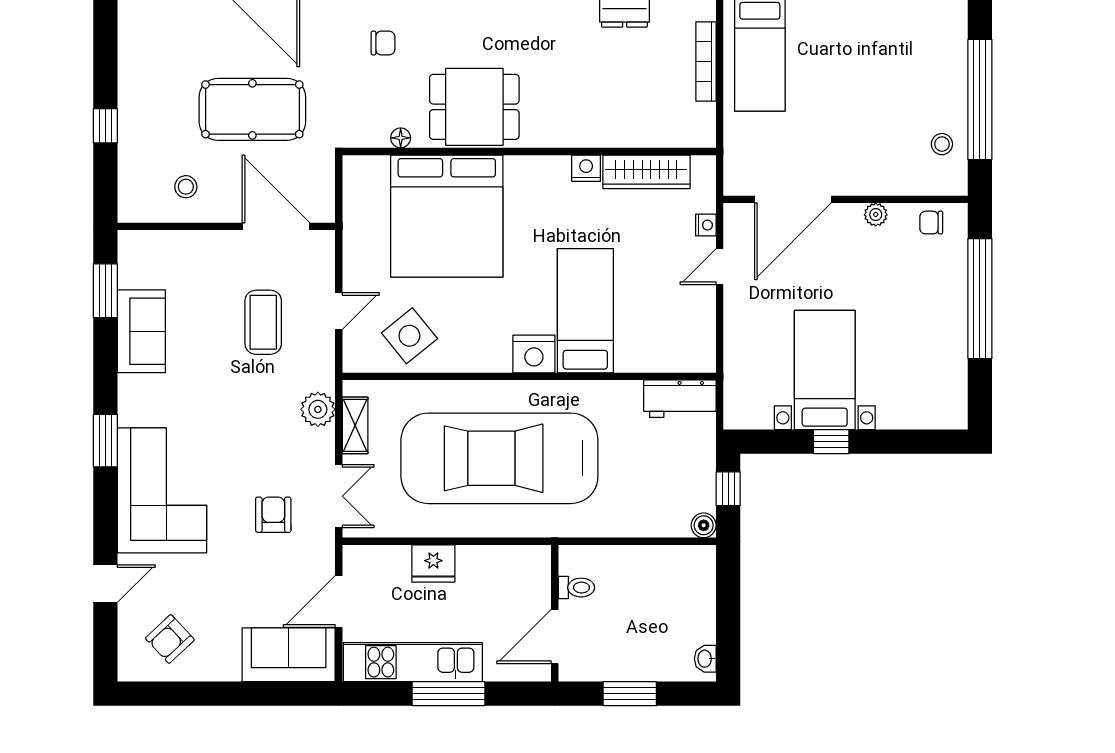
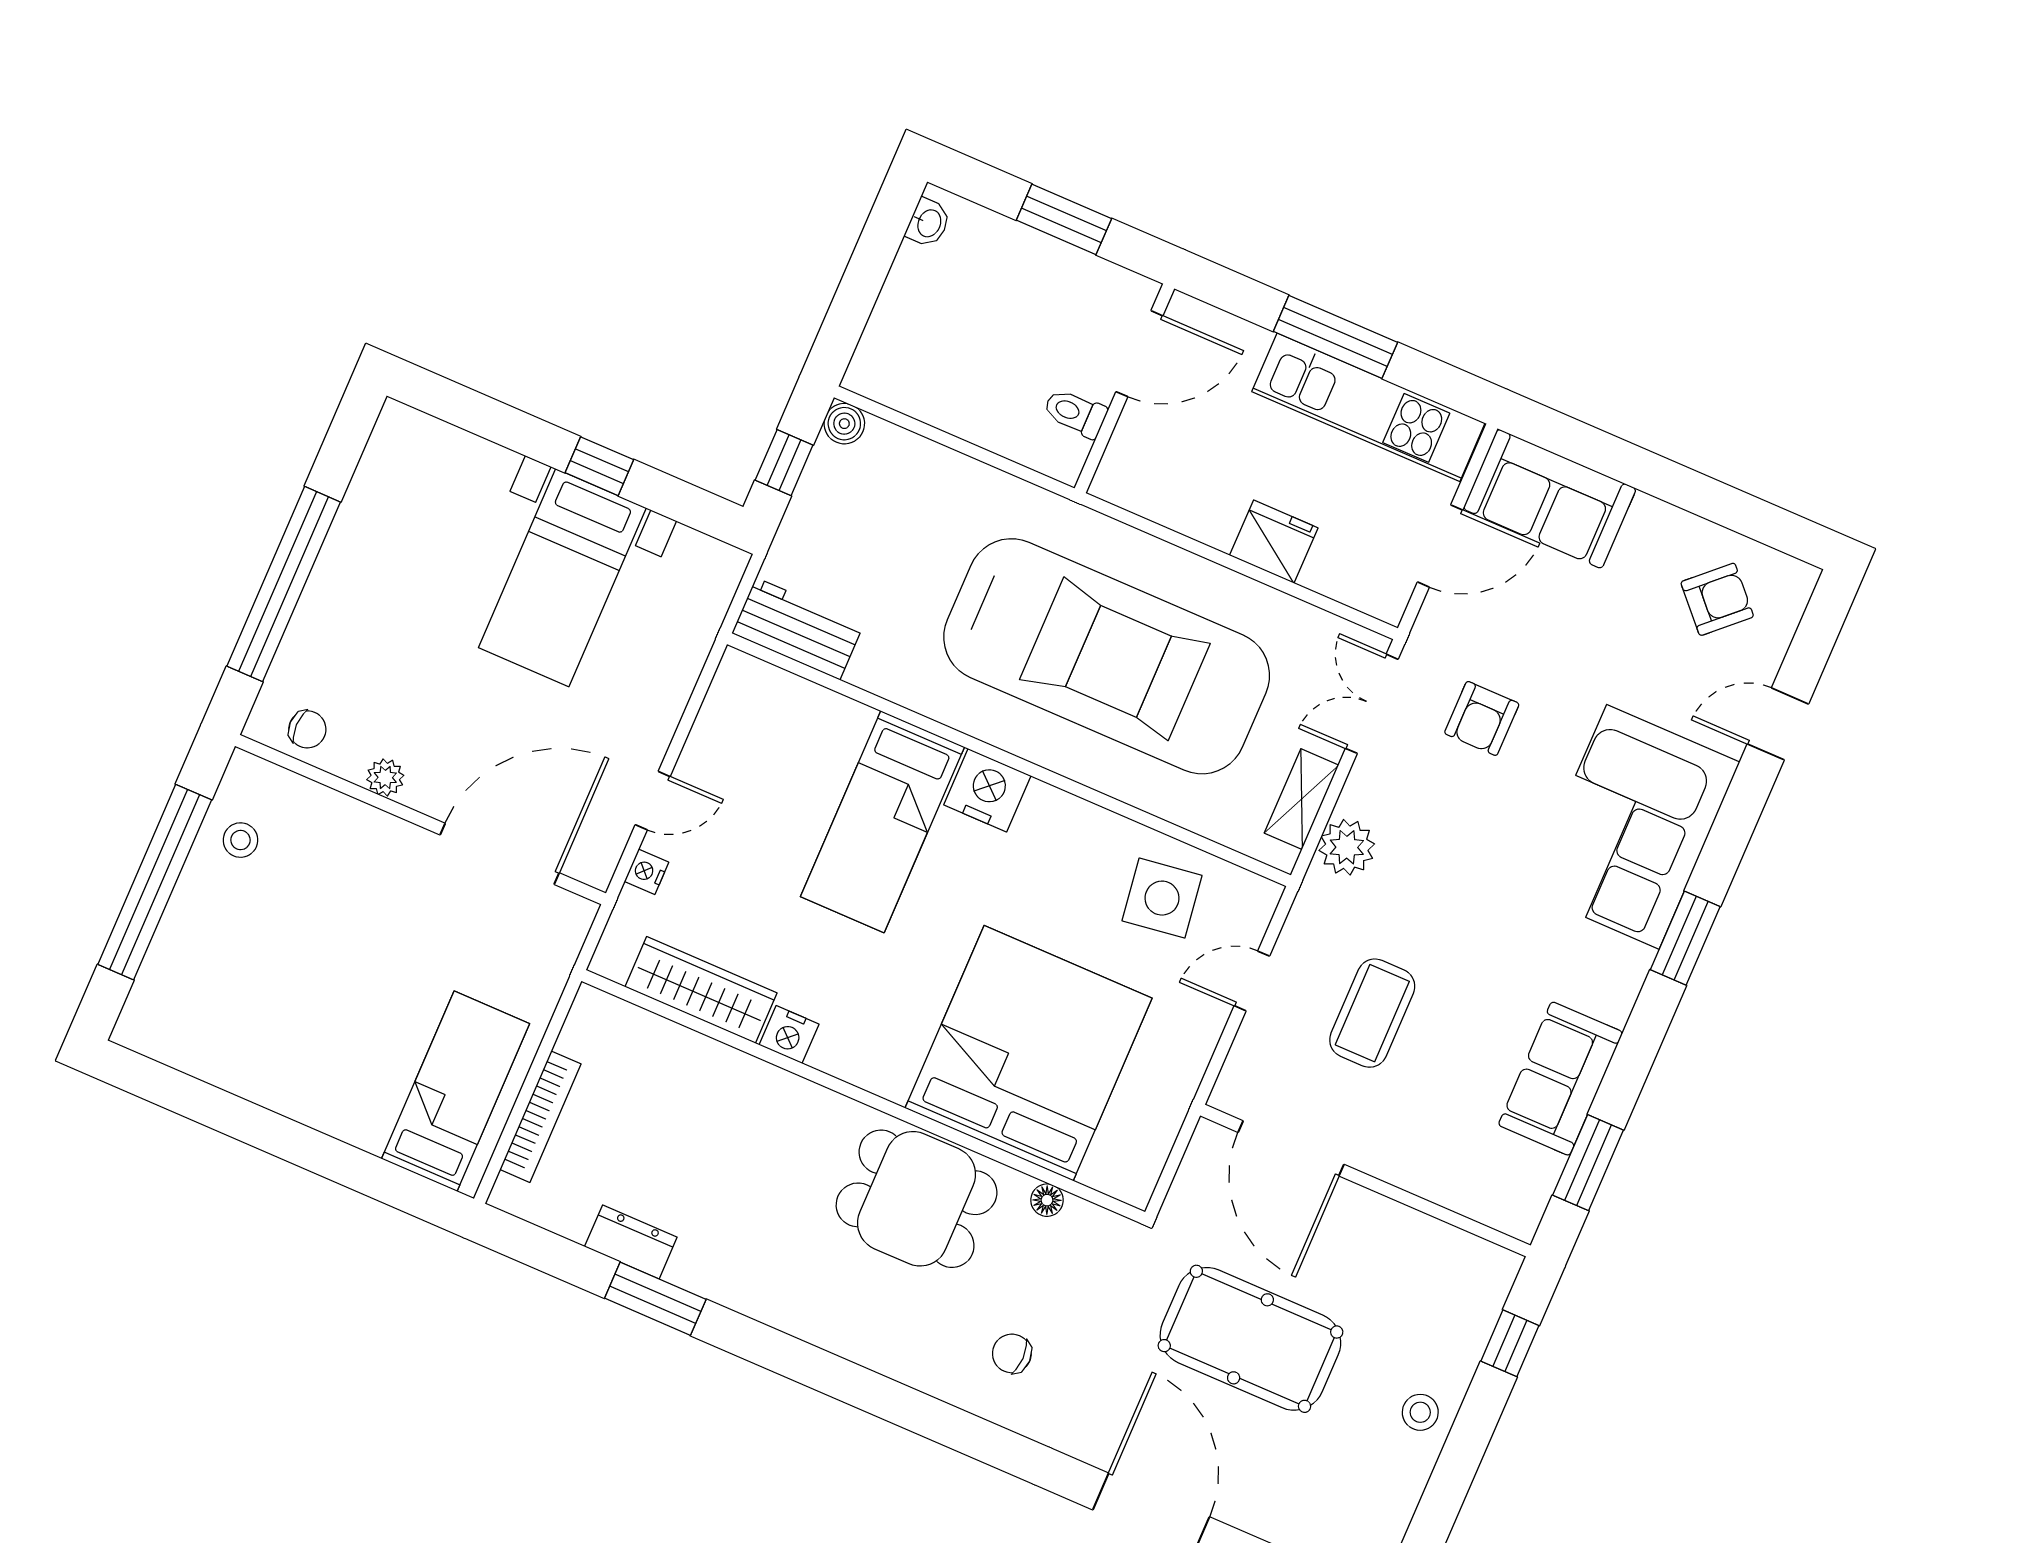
window: (105, 126) -> (1510, 1343), moved
stool: (186, 187) -> (1420, 1412), moved
side table: (409, 336) -> (1162, 898), turned 31

